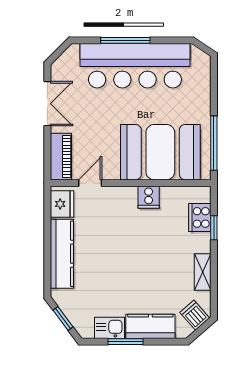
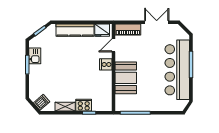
double door: (47, 104) -> (157, 22), swing flipped
booth: (160, 152) -> (126, 78), width x0.73, depth x0.70
door: (90, 183) -> (113, 45), swing flipped
cooker: (149, 197) -> (106, 64), moved
cooker: (200, 217) -> (84, 105), moved
kitchen counter: (150, 326) -> (36, 78), removed

